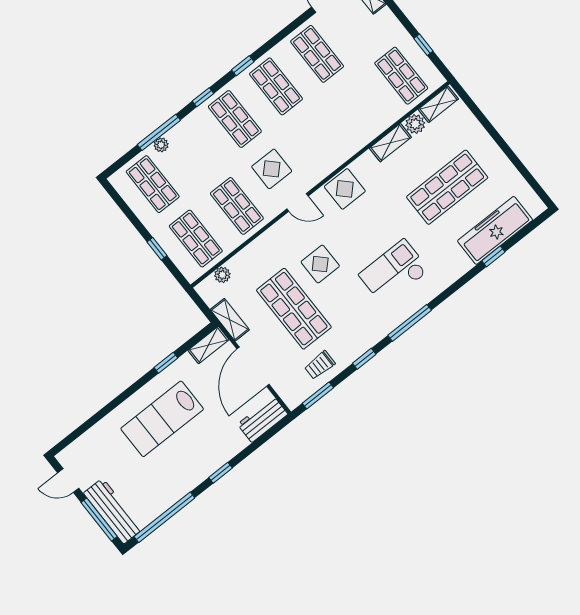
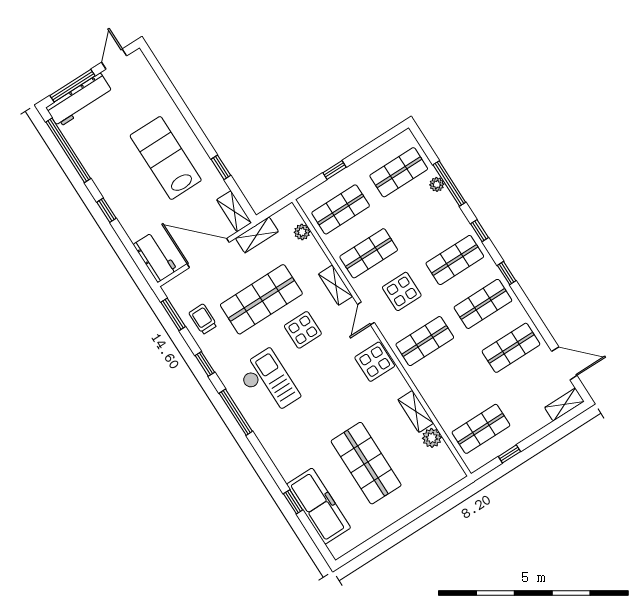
shelving: (438, 104) -> (336, 285), moved
shop shelf: (319, 141) -> (425, 341), added
checkout: (394, 272) -> (268, 383), moved

